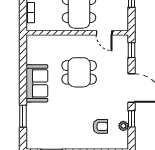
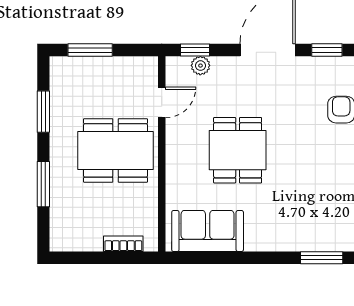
sofa: (37, 83) -> (208, 231), moved
plant: (123, 126) -> (200, 66), moved

